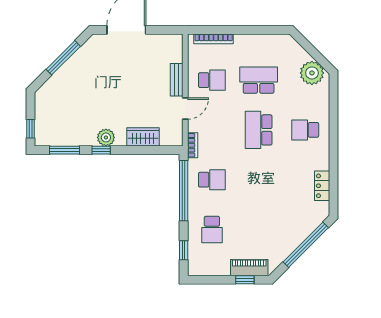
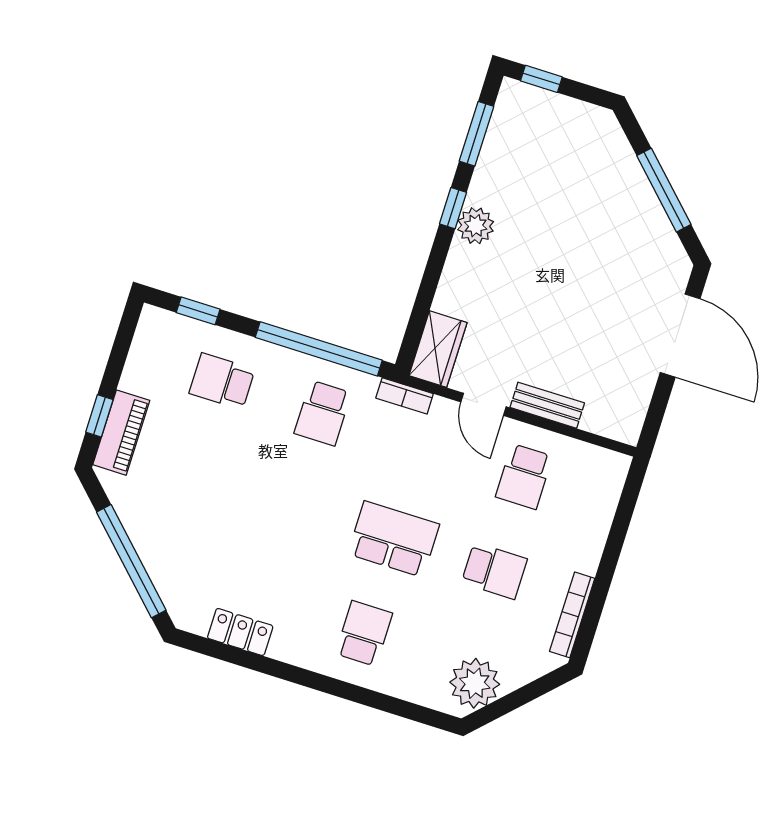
bookcase: (214, 39) -> (572, 615), moved
school desk: (259, 80) -> (494, 571), width x0.54
wardrobe: (143, 137) -> (438, 349), moved

